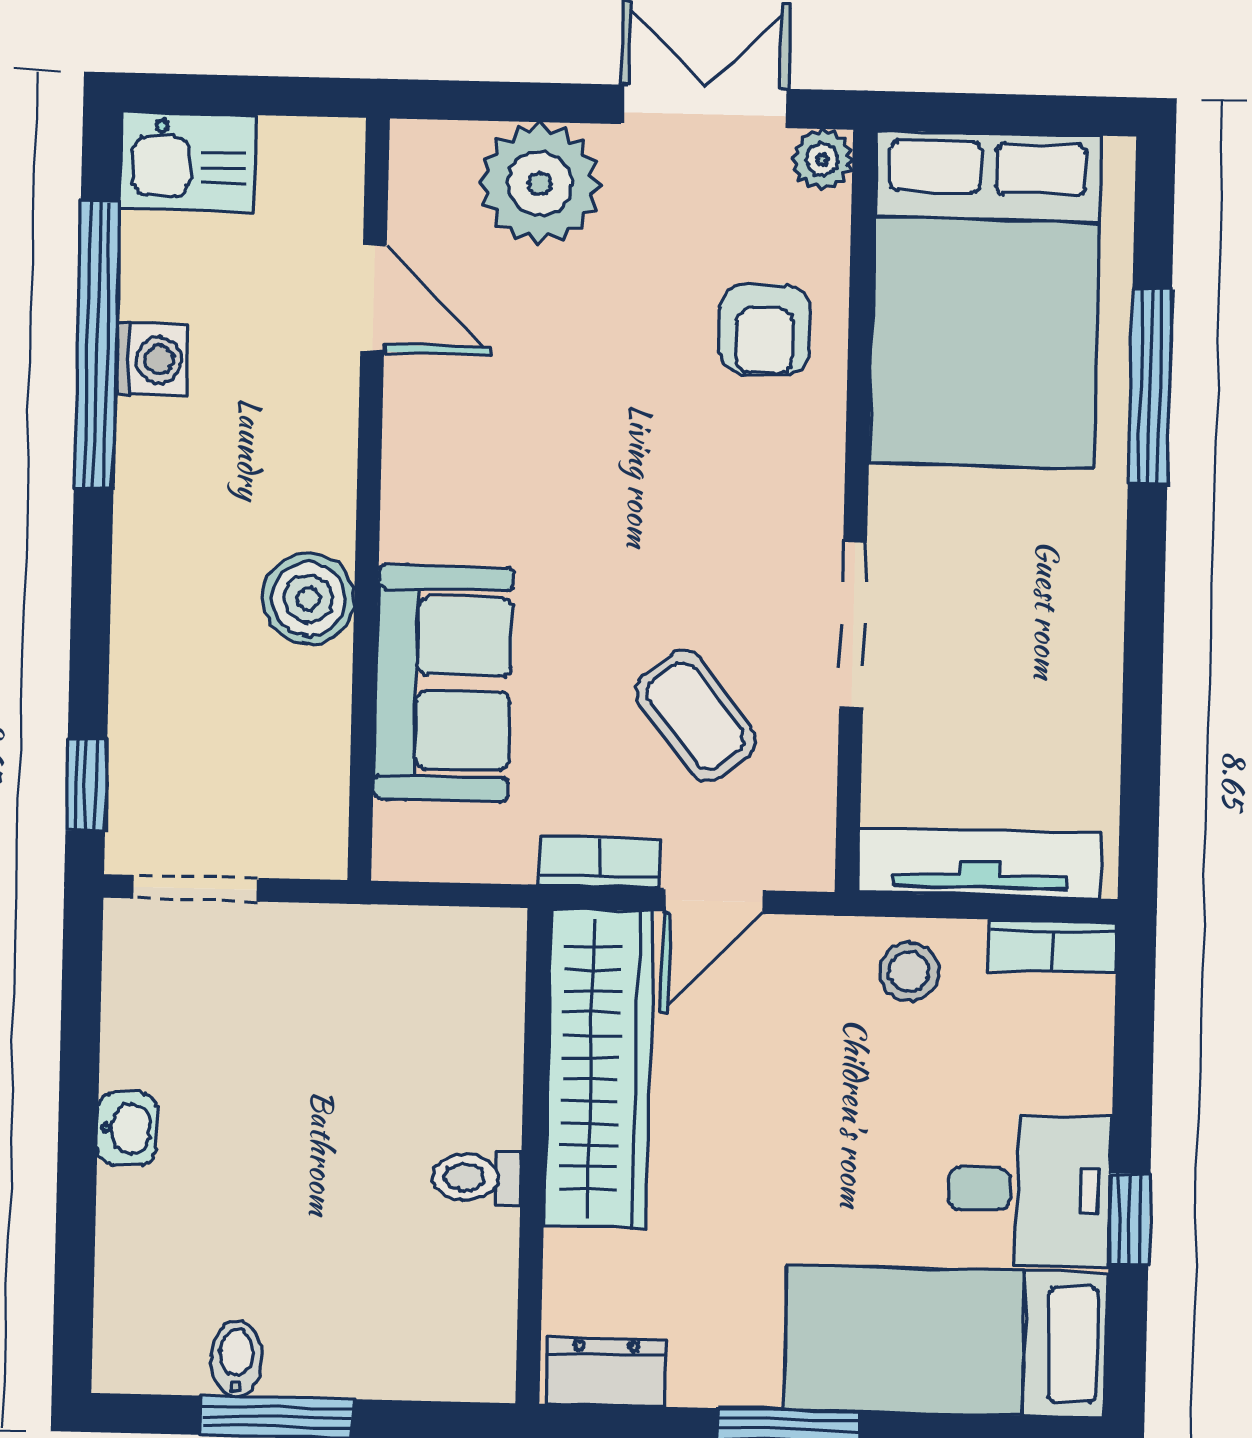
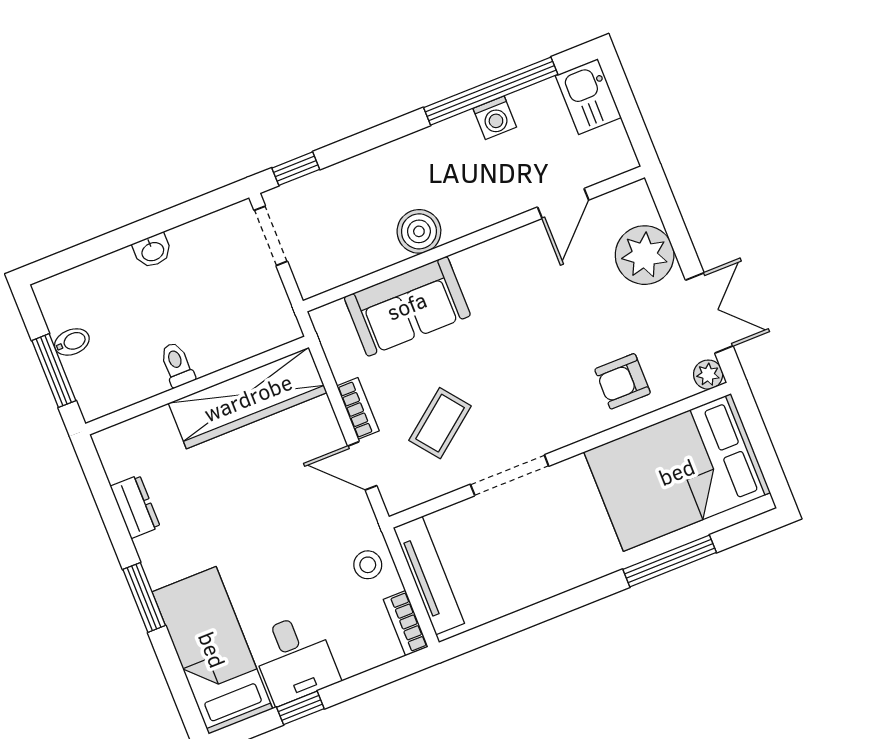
wardrobe: (599, 1069) -> (248, 398), moved
wall: (533, 1156) -> (197, 386), moved
toilet: (477, 1177) -> (177, 365), moved

